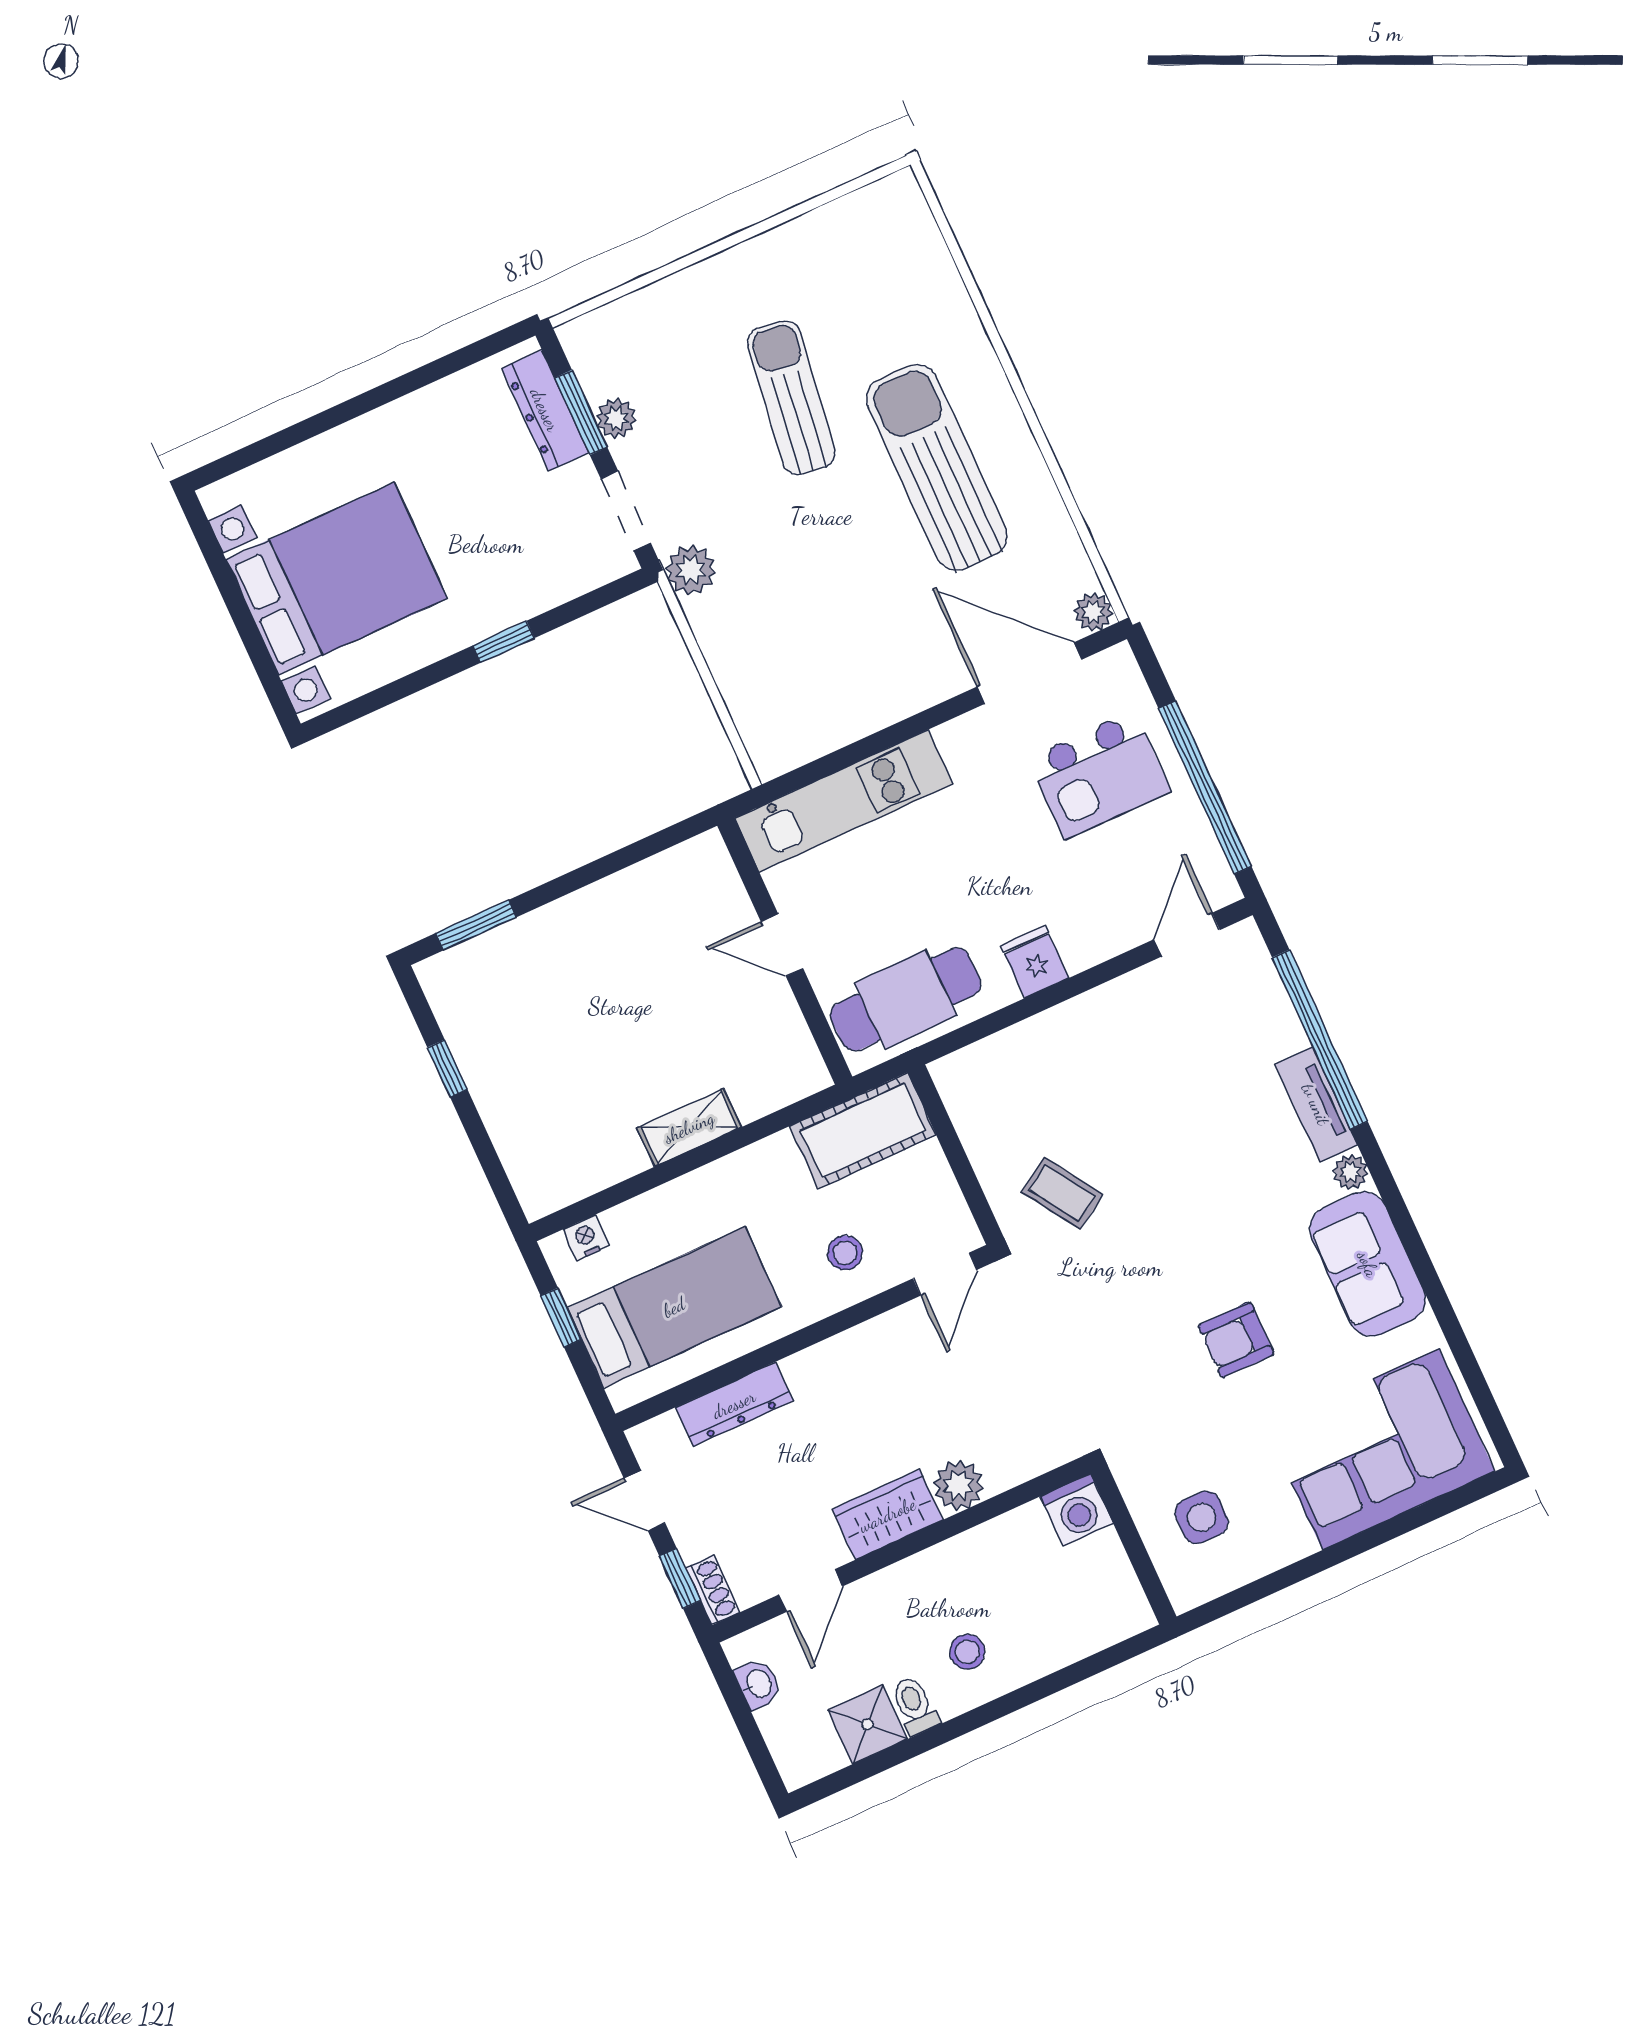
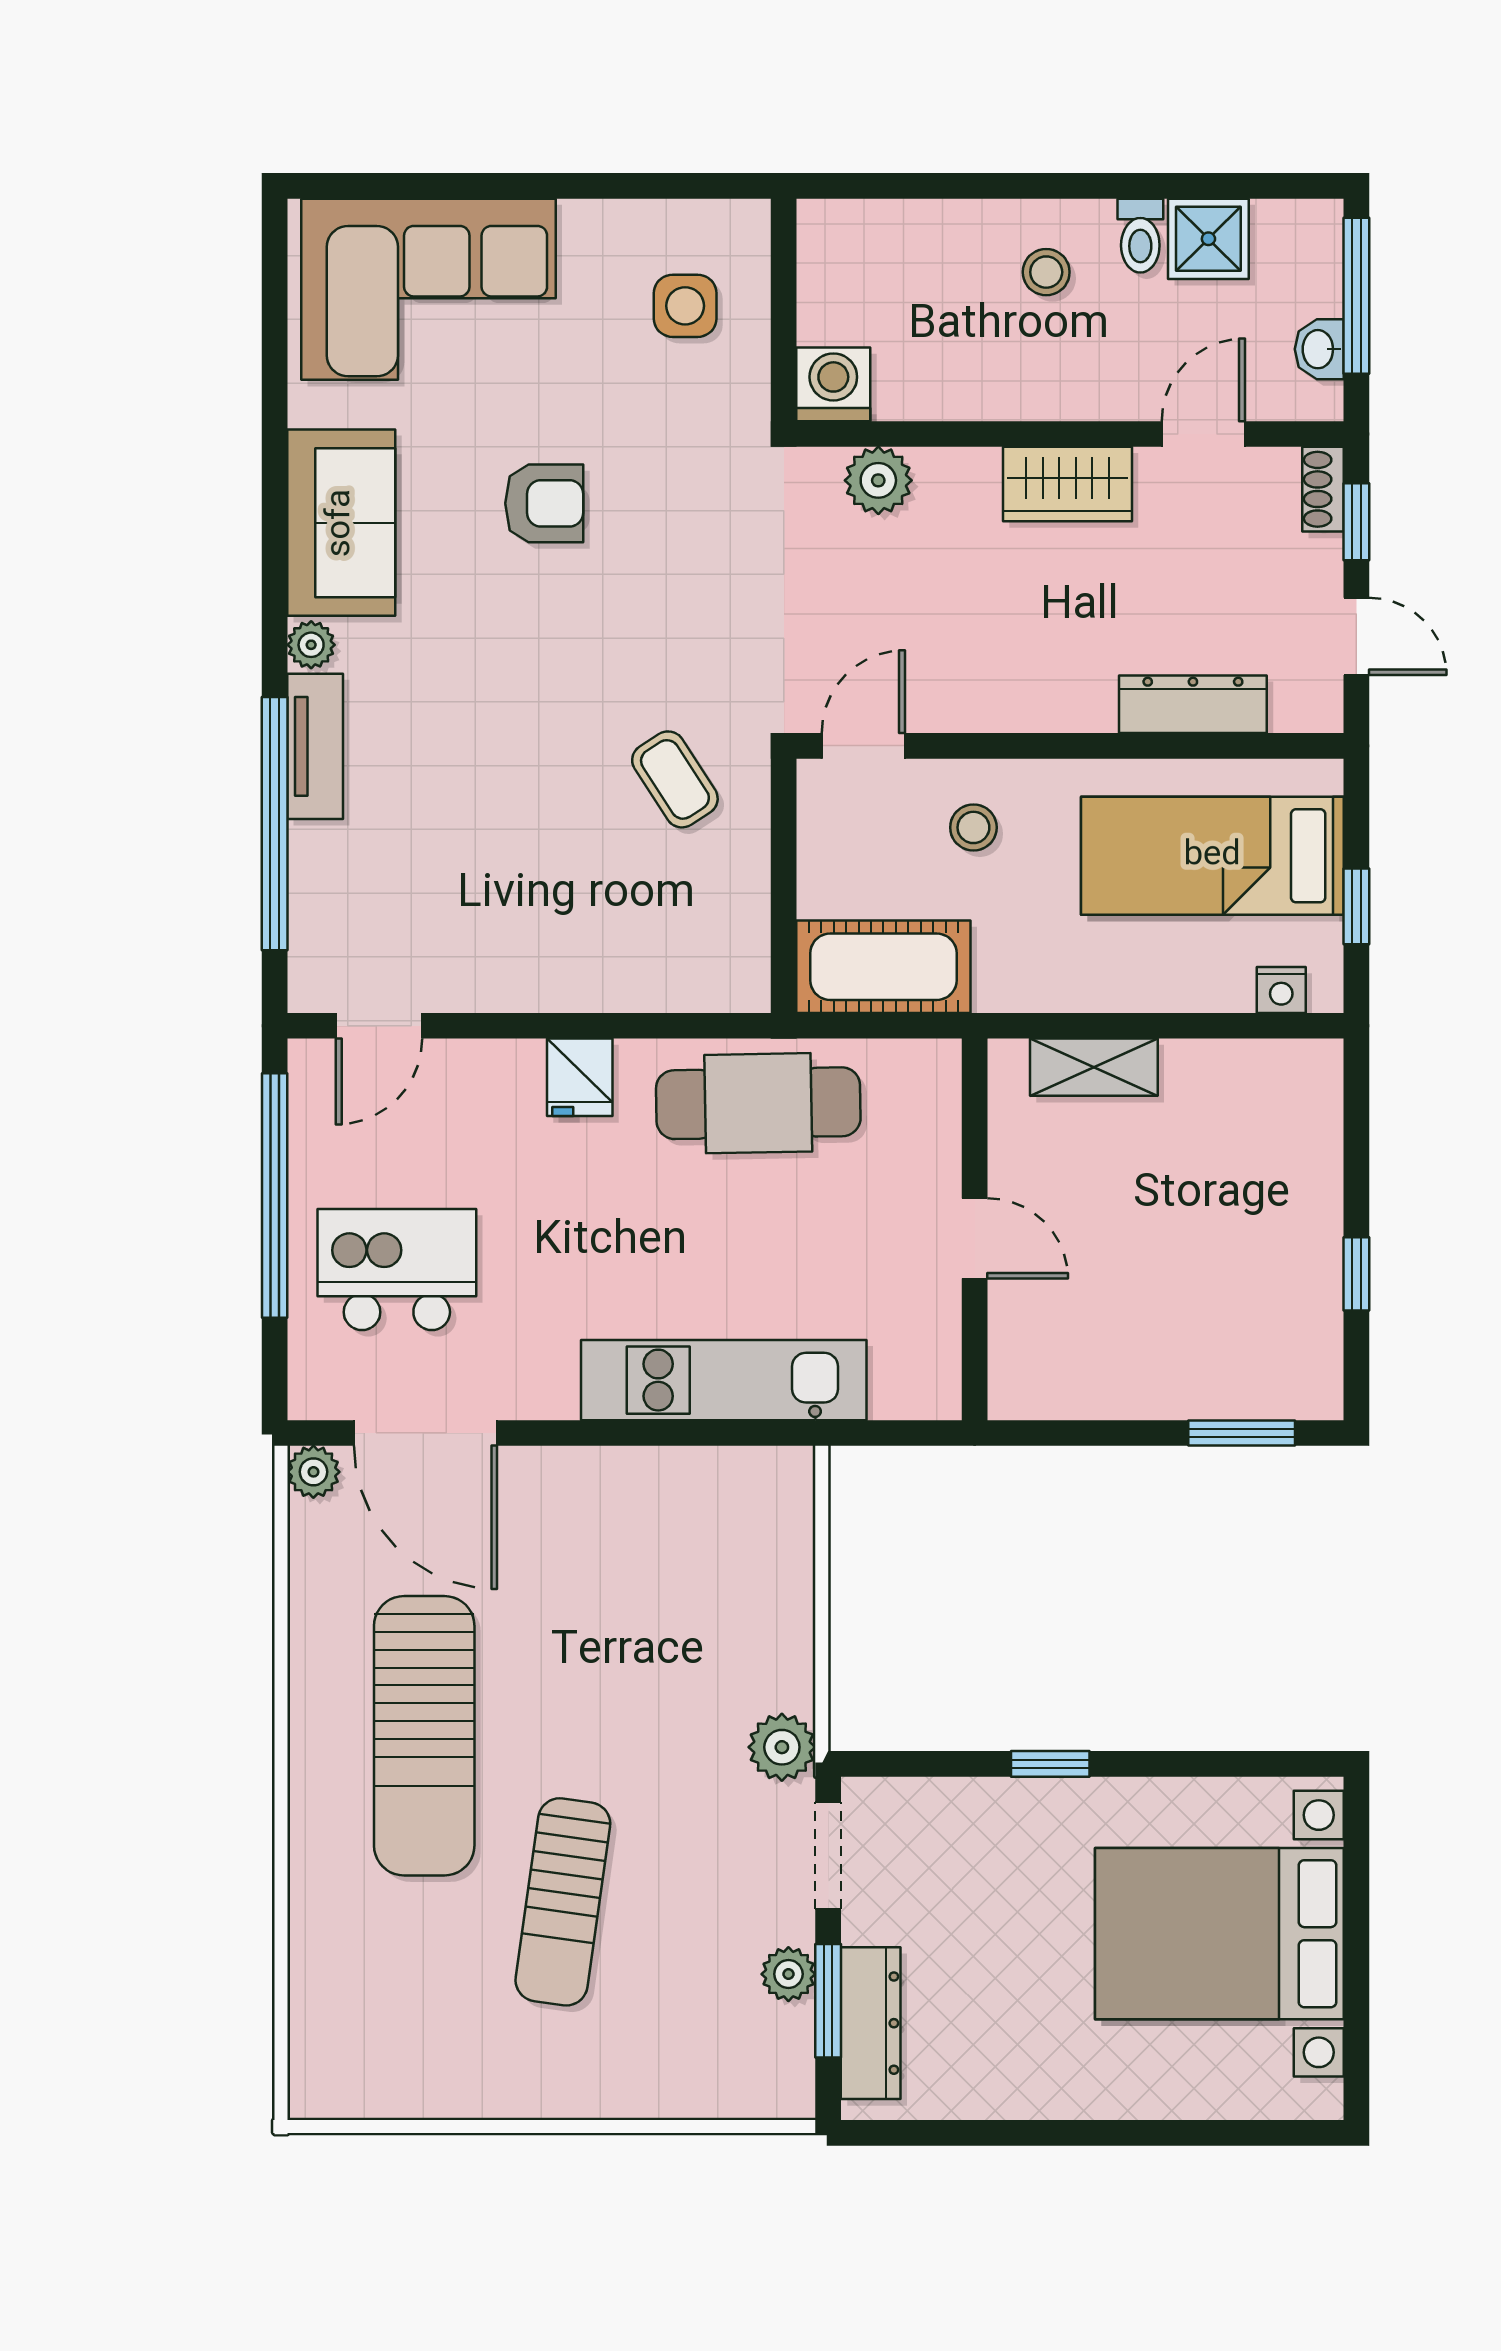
door: (782, 945) -> (975, 1238), moved
wall: (785, 951) -> (975, 1229), moved
plant: (958, 1485) -> (878, 480), moved
window: (750, 1732) -> (1356, 296), added

